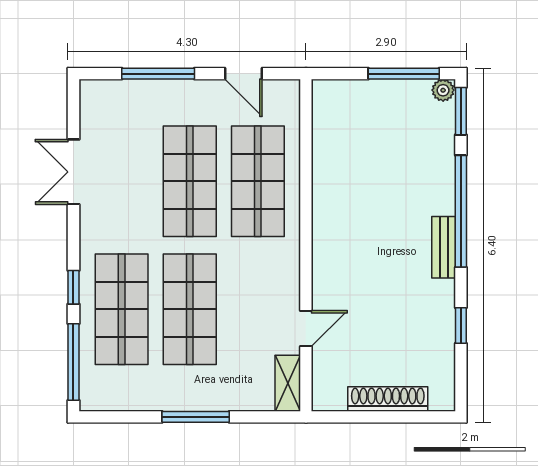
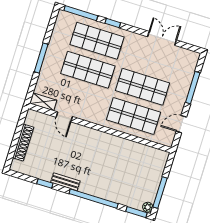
bench: (444, 247) -> (65, 182), moved

